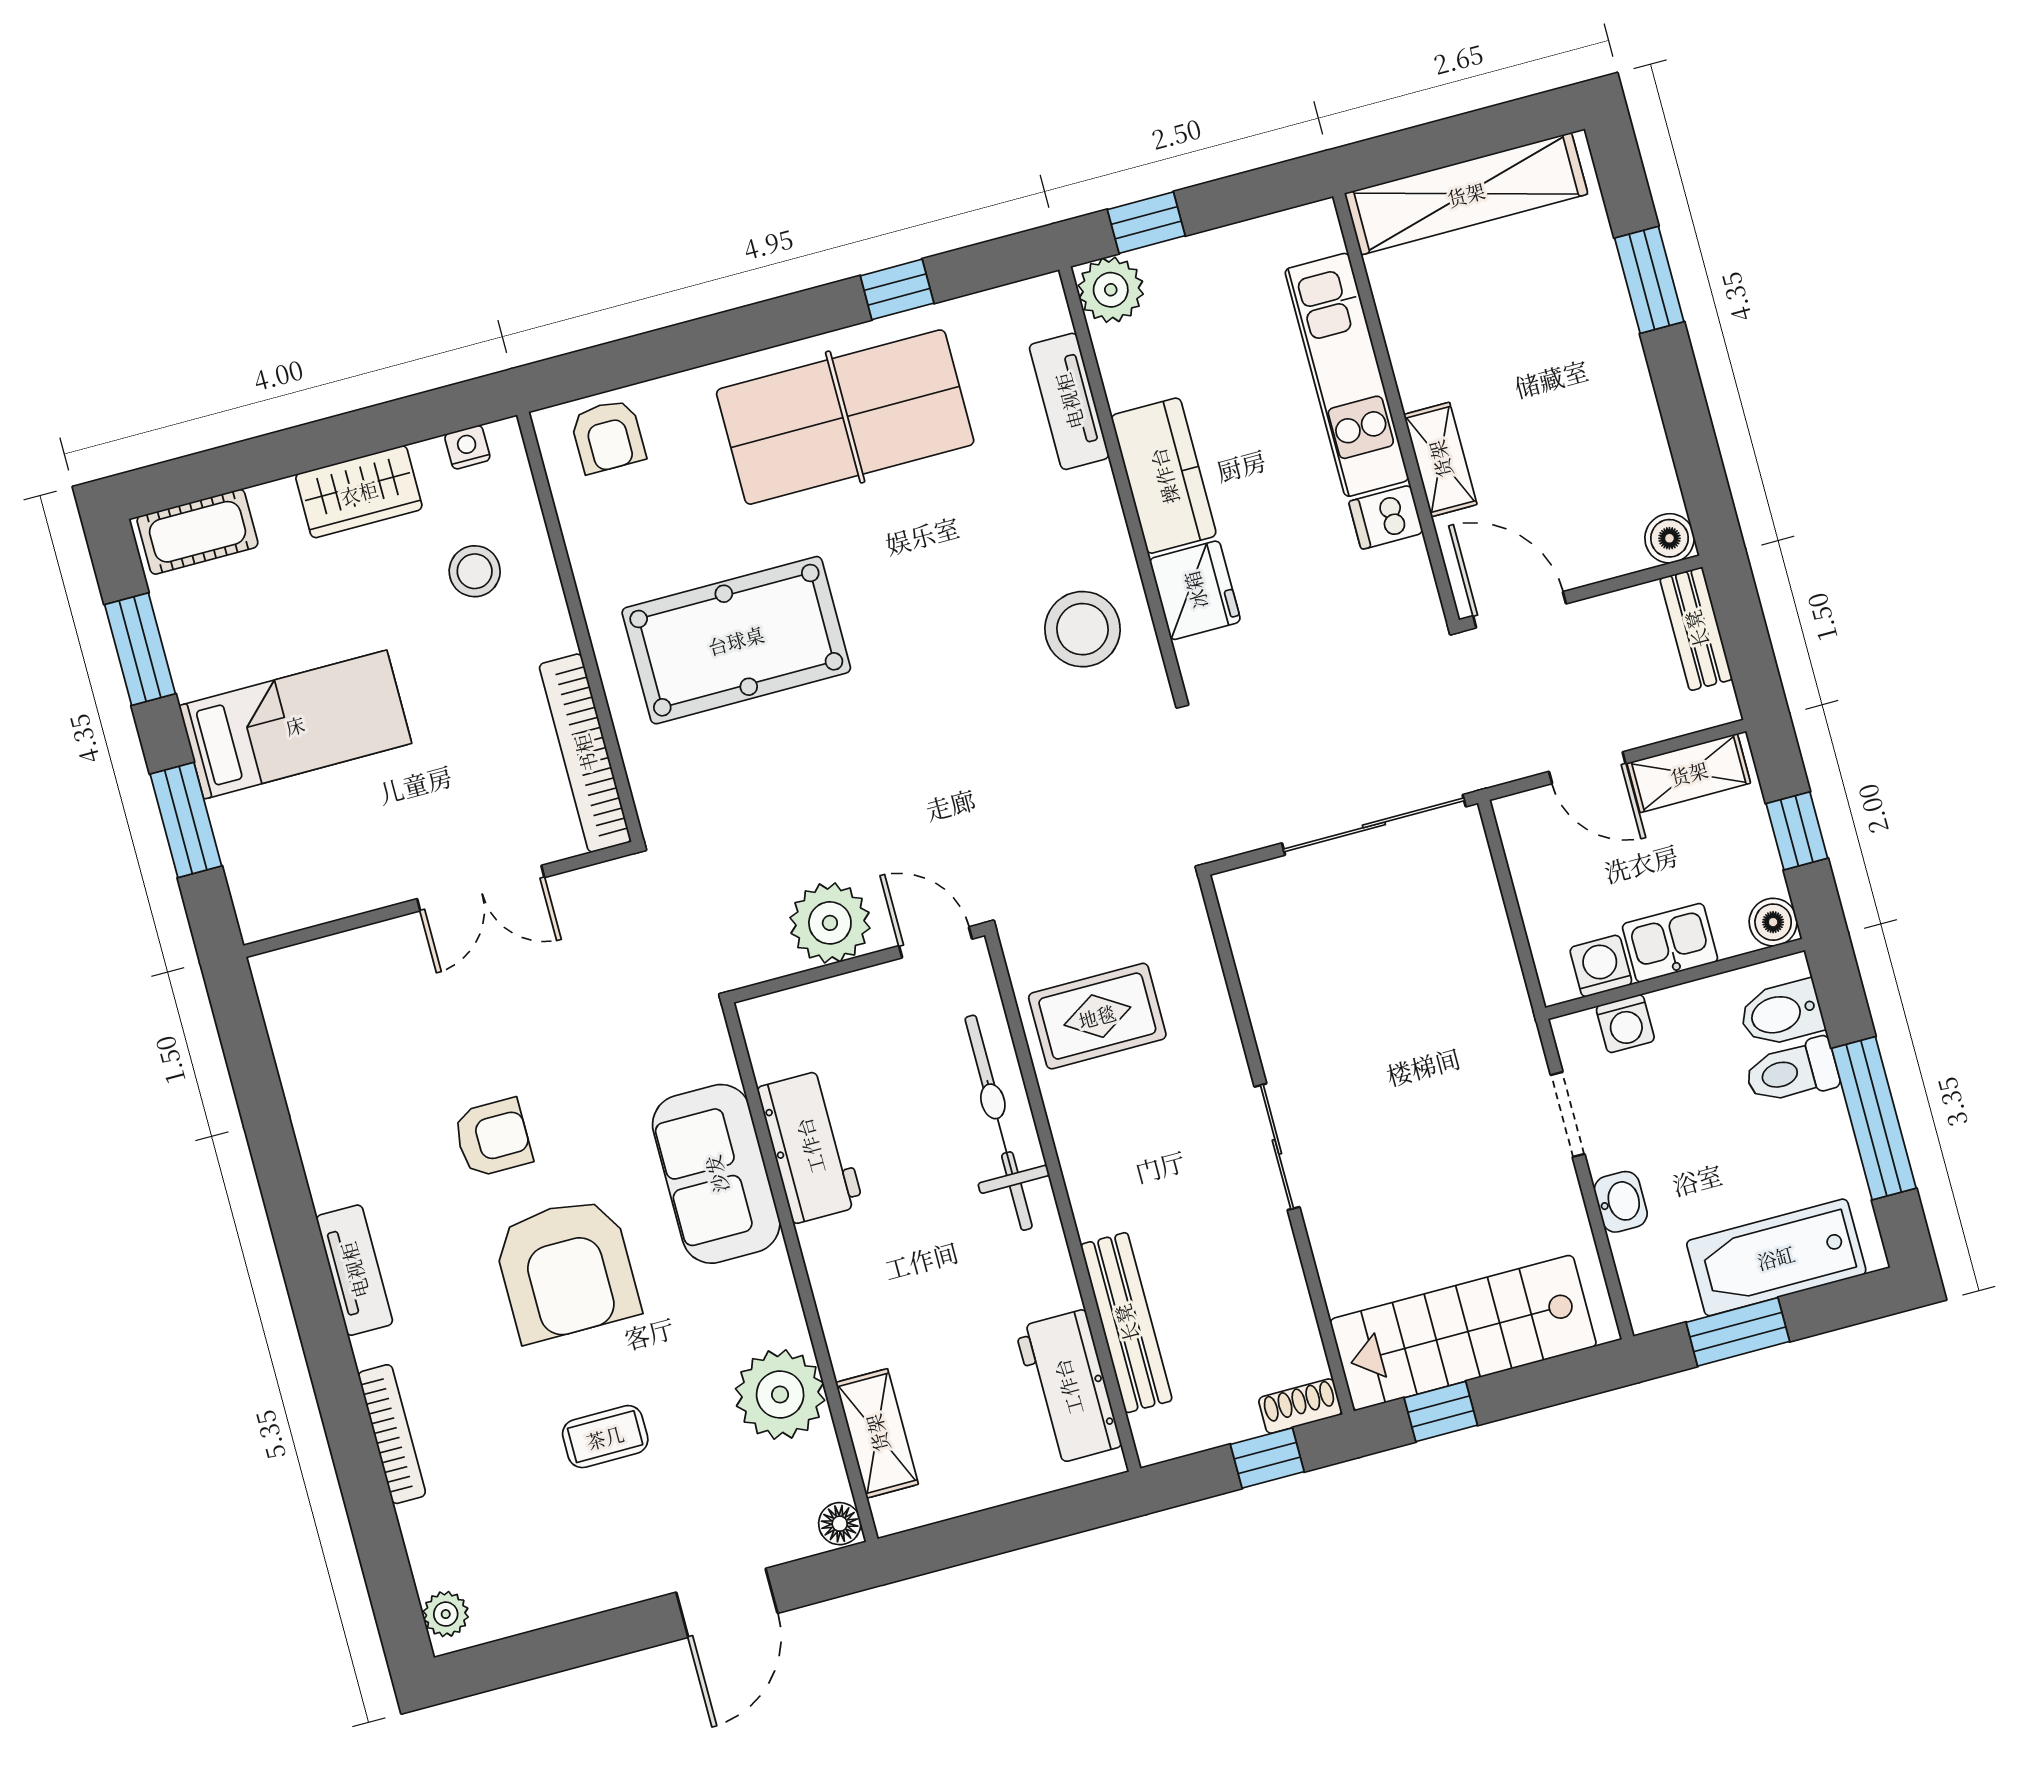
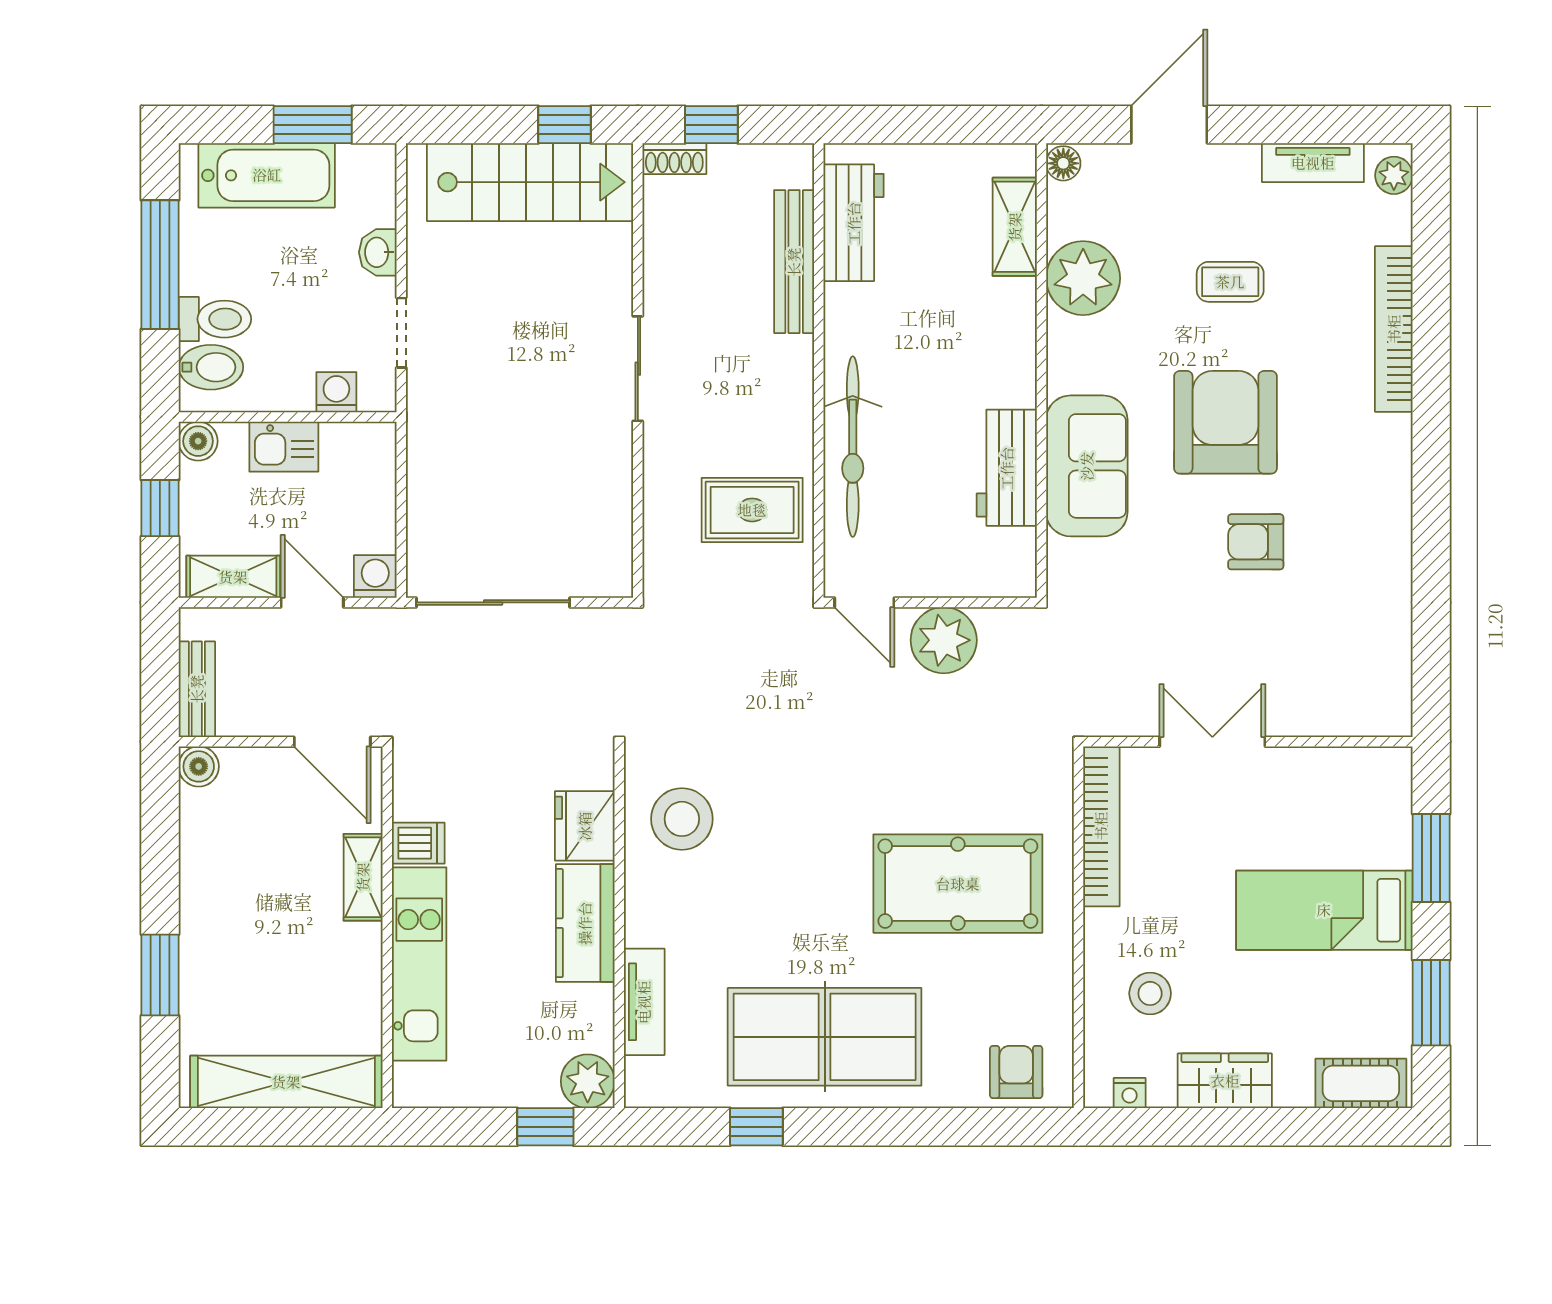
washing machine: (1601, 966) -> (375, 577), moved, turned 180
tv unit: (354, 1270) -> (1313, 163), moved, turned -90
bookcase: (392, 1434) -> (1394, 329), width x1.48, depth x1.31

